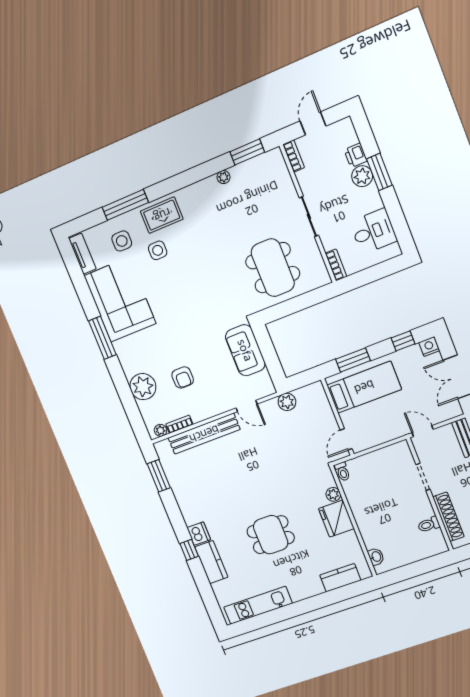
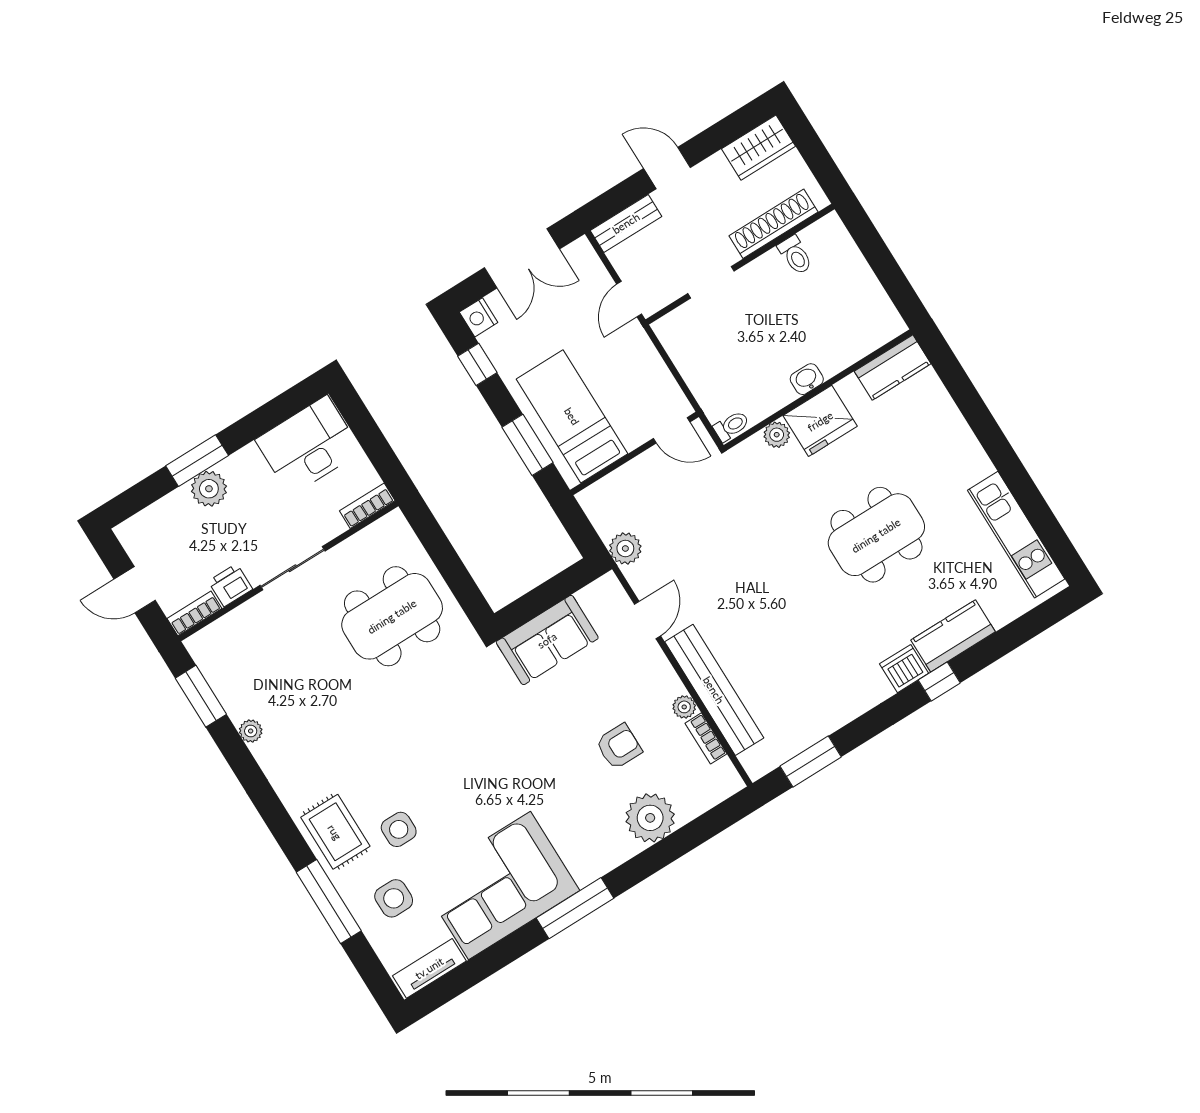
printer: (356, 155) -> (230, 585), moved, turned 180
desk: (373, 231) -> (308, 445), width x1.37
plant: (160, 430) -> (684, 707), moved
dining table: (271, 535) -> (876, 535), width x1.38
washbasin: (376, 557) -> (807, 379), moved
kitchen counter: (340, 578) -> (893, 368), moved, turned -90

